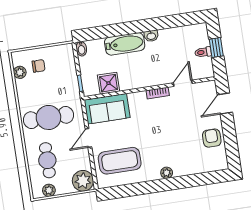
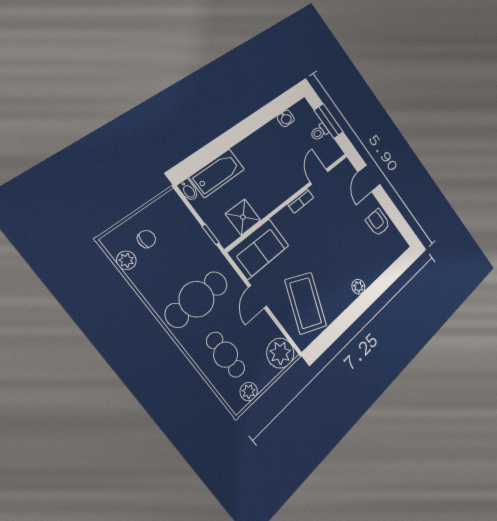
washbasin: (151, 36) -> (286, 118), moved
bathtub: (125, 44) -> (217, 173), moved
window: (216, 47) -> (329, 121), width x1.50
coffee table: (120, 161) -> (306, 303), turned -67

